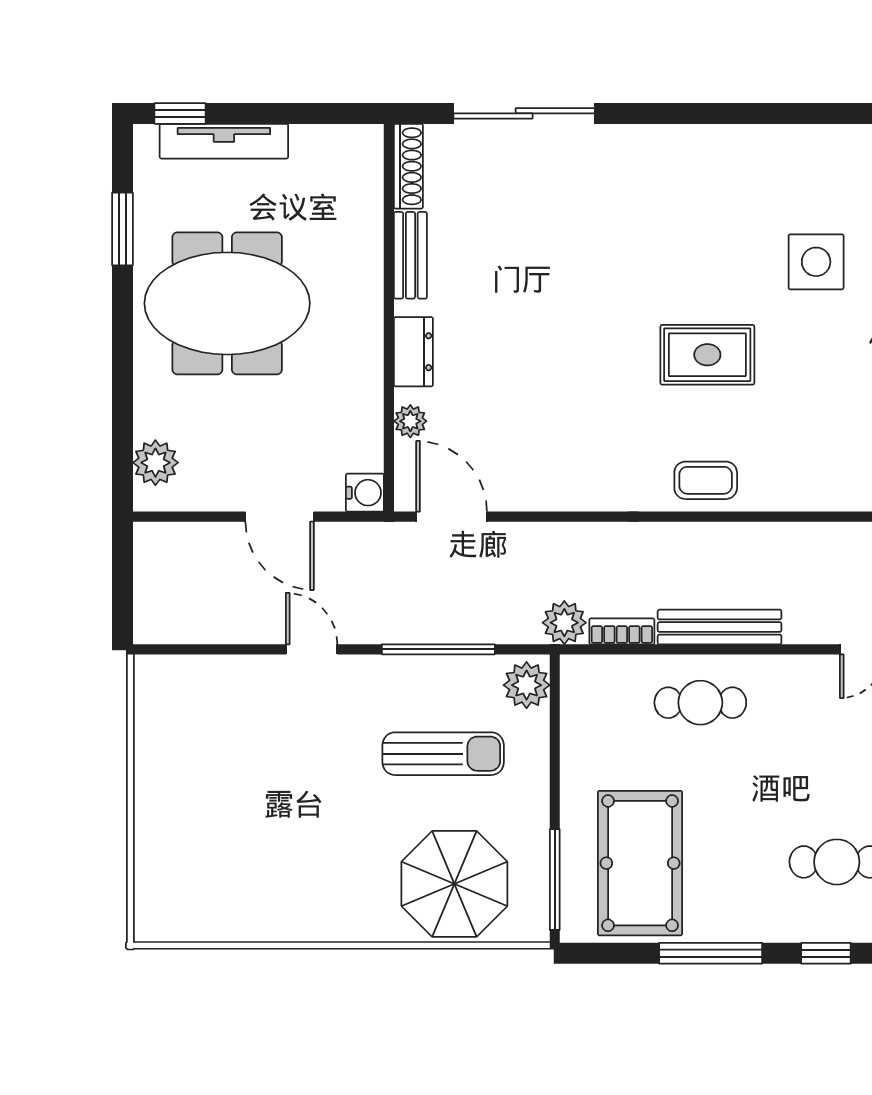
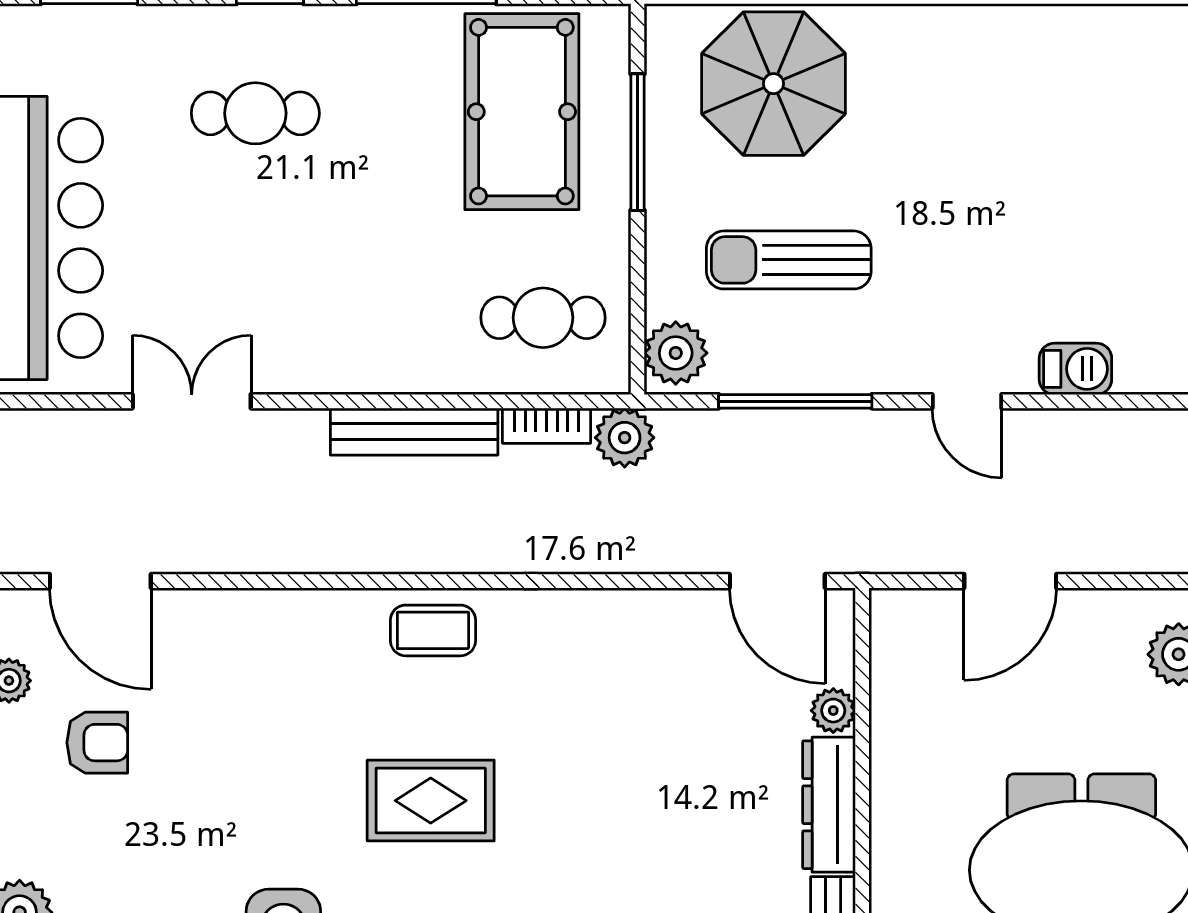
dresser: (413, 352) -> (829, 805), width x1.44
water cooler: (365, 493) -> (895, 614), removed
door: (280, 517) -> (1010, 581), swing flipped
barbecue: (232, 673) -> (1075, 369), added
cafe table: (700, 703) -> (543, 318), moved
window: (555, 880) -> (637, 142), moved

